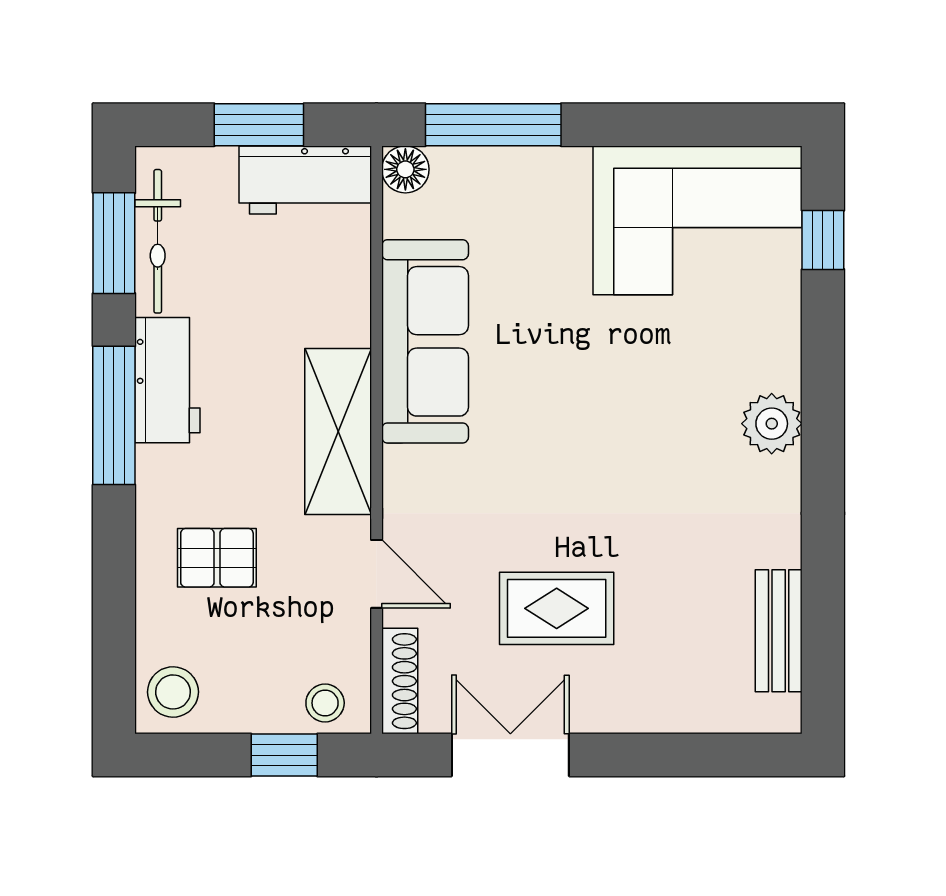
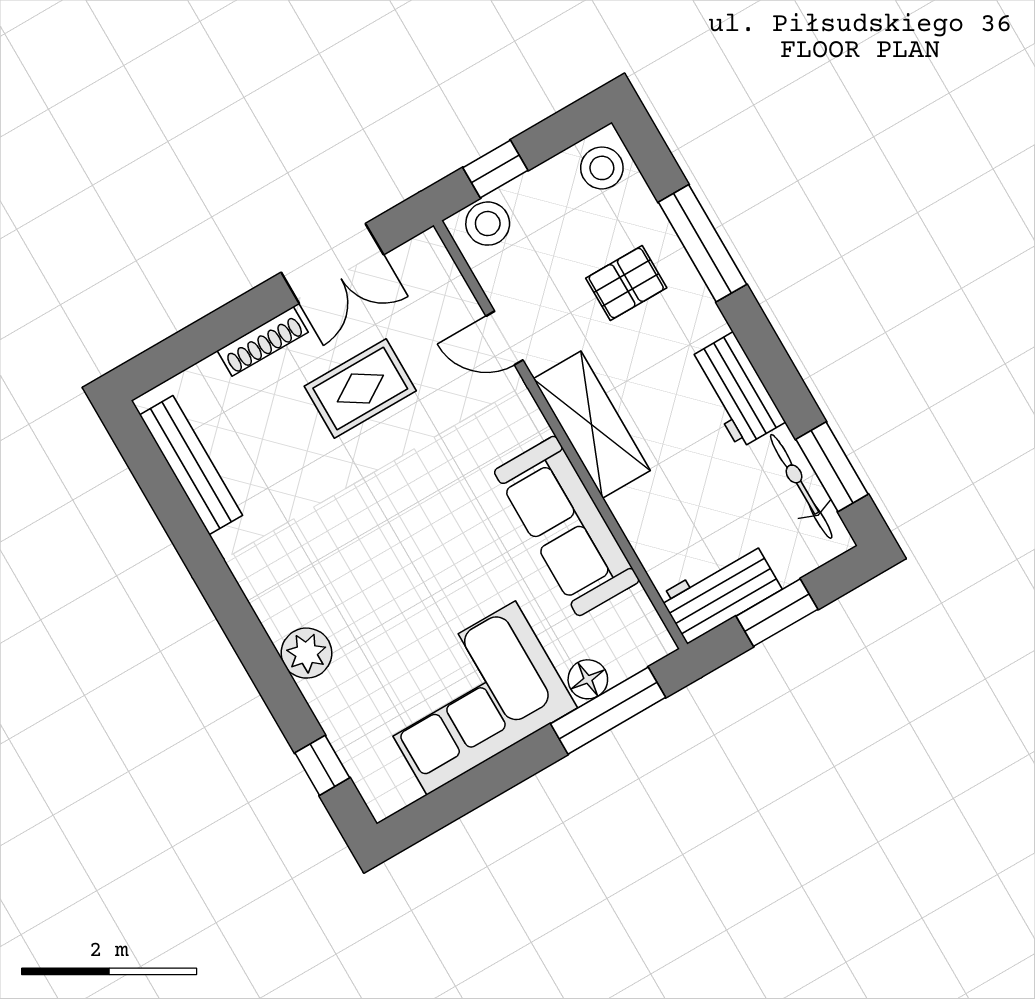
floor lamp: (405, 169) -> (588, 679), moved
corner sofa: (697, 220) -> (471, 698), moved
window: (114, 415) -> (702, 243), moved
plant: (772, 424) -> (306, 653), moved
bench: (779, 631) -> (191, 465), width x1.36
shoe rack: (400, 681) -> (263, 341), moved, turned -90
stool: (325, 703) -> (488, 224), width x1.37, depth x1.37

